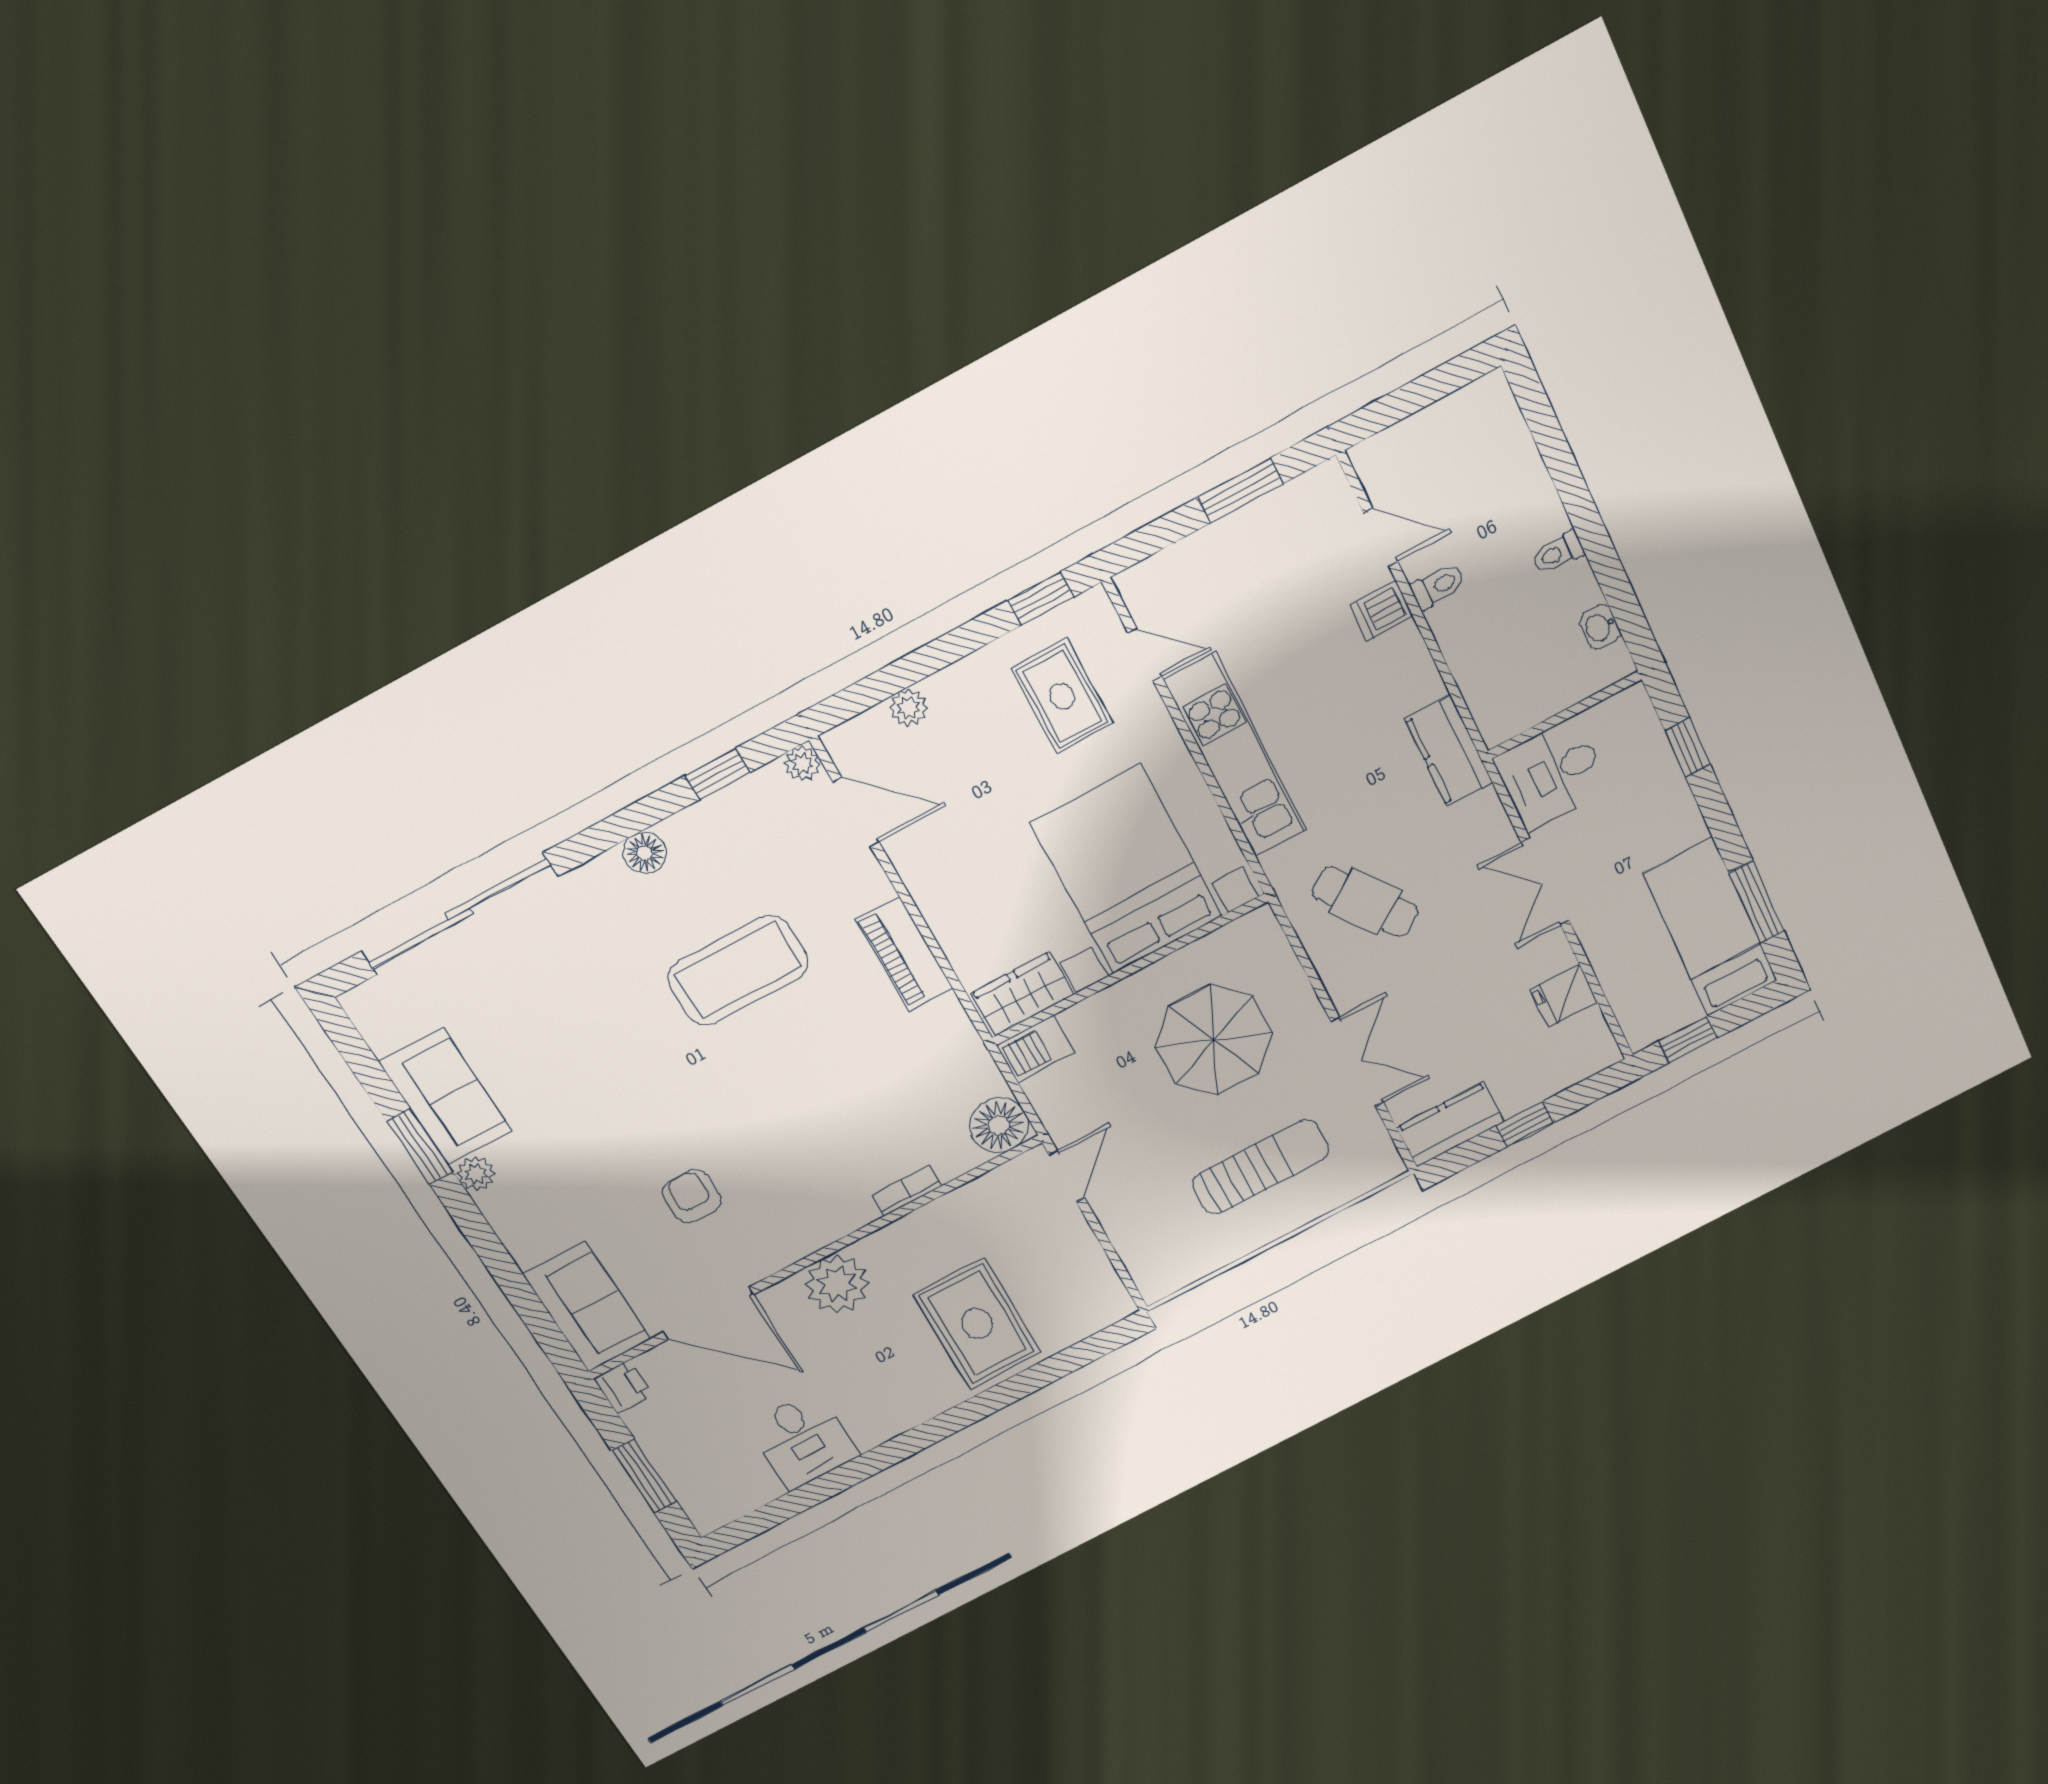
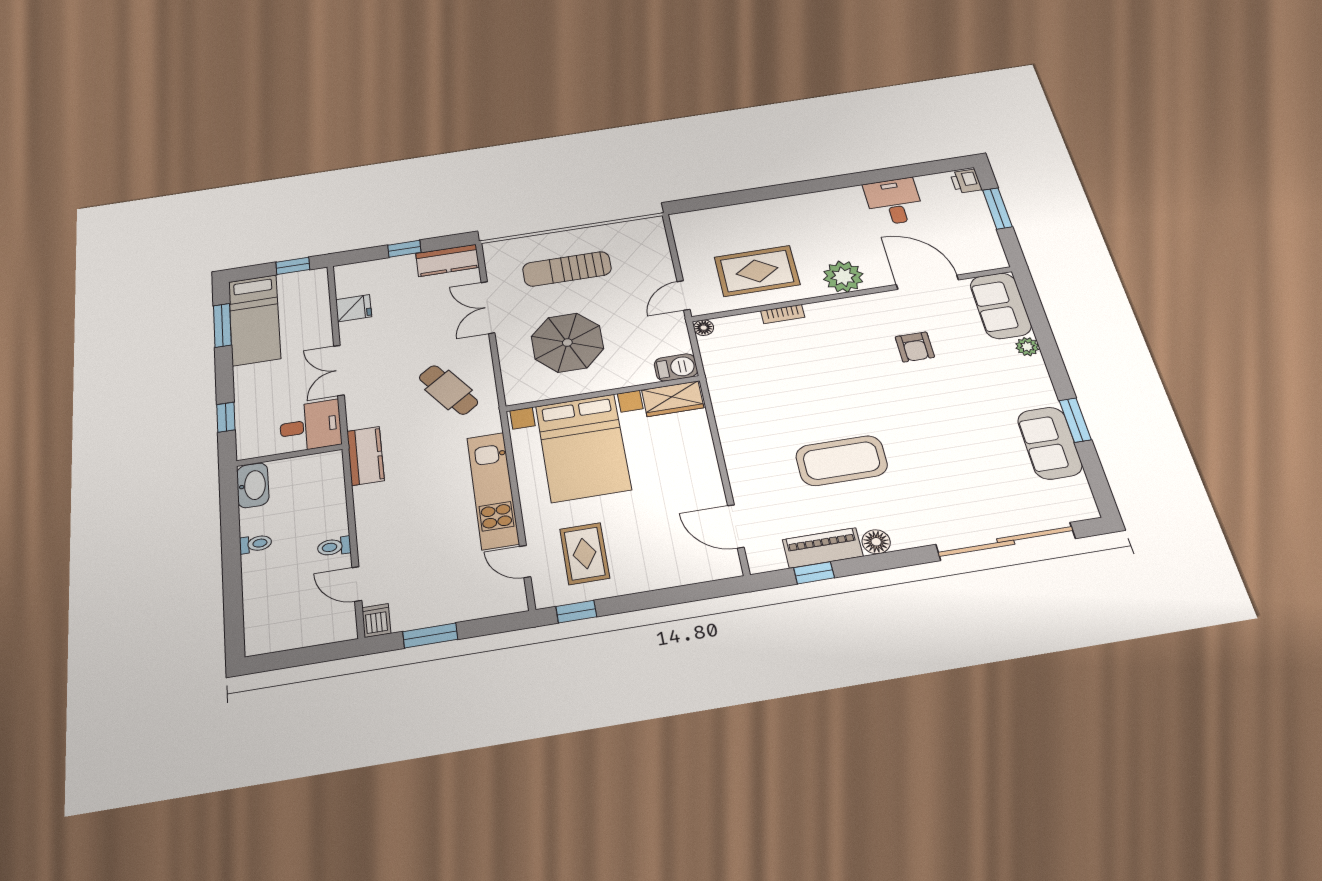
dishwasher: (1382, 611) -> (376, 620), moved, turned -90
washbasin: (1600, 627) -> (253, 485), width x1.91, depth x1.45
plant: (909, 708) -> (681, 575), removed
plant: (802, 764) -> (759, 563), removed
double door: (1545, 882) -> (339, 370), swing flipped
piano: (904, 954) -> (823, 548), moved, turned -90
floor lamp: (999, 1125) -> (704, 328), width x0.53, depth x0.53
plant: (476, 1174) -> (1027, 347), moved
rug: (977, 1324) -> (757, 271), moved, turned 90
printer: (623, 1387) -> (966, 181), moved

